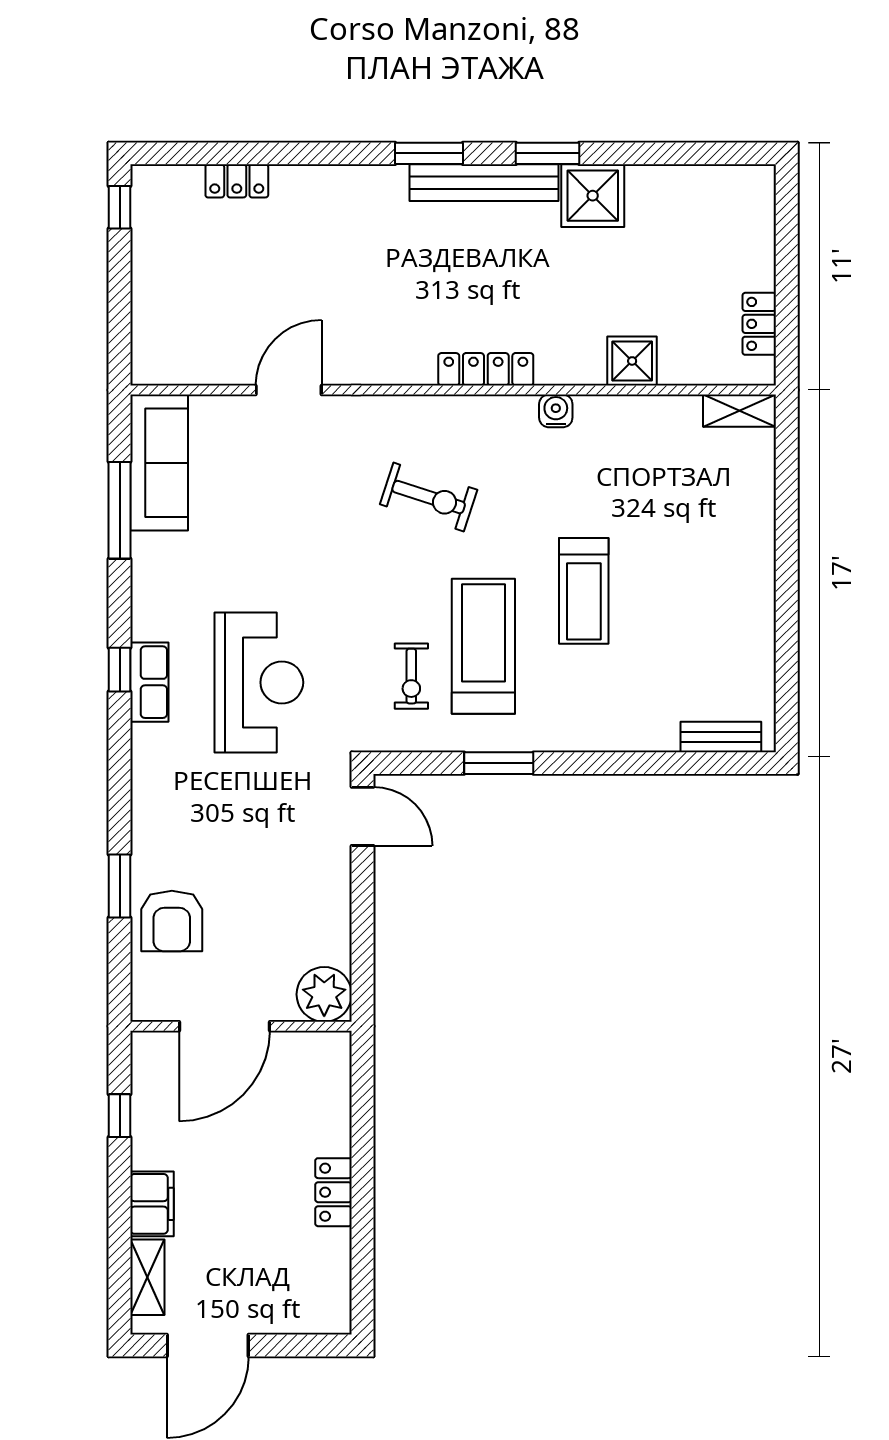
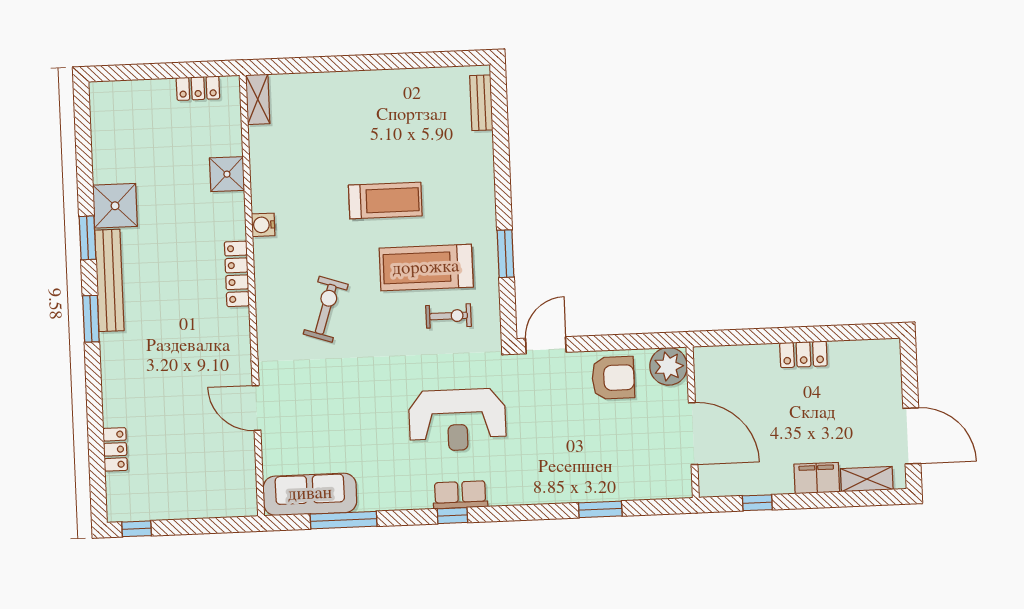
reception desk: (259, 682) -> (457, 420), turned 180
armchair: (172, 921) -> (613, 378), moved

